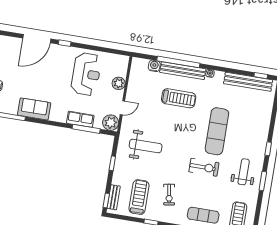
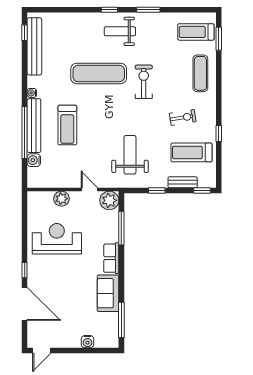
treadmill: (179, 98) -> (67, 125), turned 180
row of seats: (80, 119) -> (111, 258), moved
weight bench: (244, 172) -> (120, 31), moved
bench: (114, 197) -> (183, 182), moved

